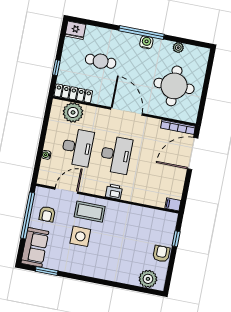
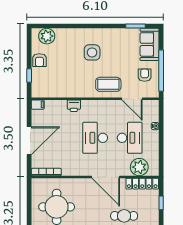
door: (127, 111) -> (106, 177), moved
desk: (77, 147) -> (130, 138), turned 180
door: (193, 153) -> (29, 141), moved
door: (66, 190) -> (132, 99), hinge flipped
printer: (114, 192) -> (74, 106), moved
side table: (80, 236) -> (92, 52), moved

